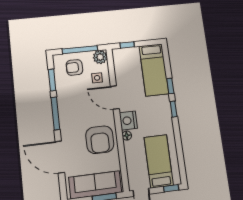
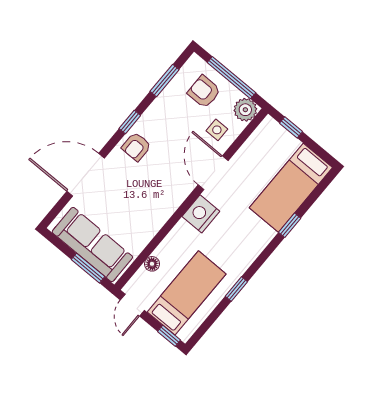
window: (174, 109) -> (236, 289), moved
window: (55, 113) -> (130, 122), width x0.46
floor lamp: (127, 136) -> (152, 264), moved
armchair: (100, 140) -> (136, 147), moved, width x0.53, depth x0.53
door: (60, 157) -> (86, 175), hinge flipped

